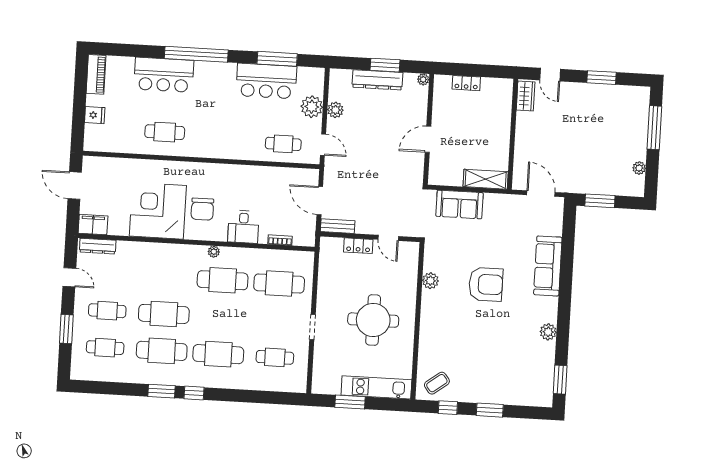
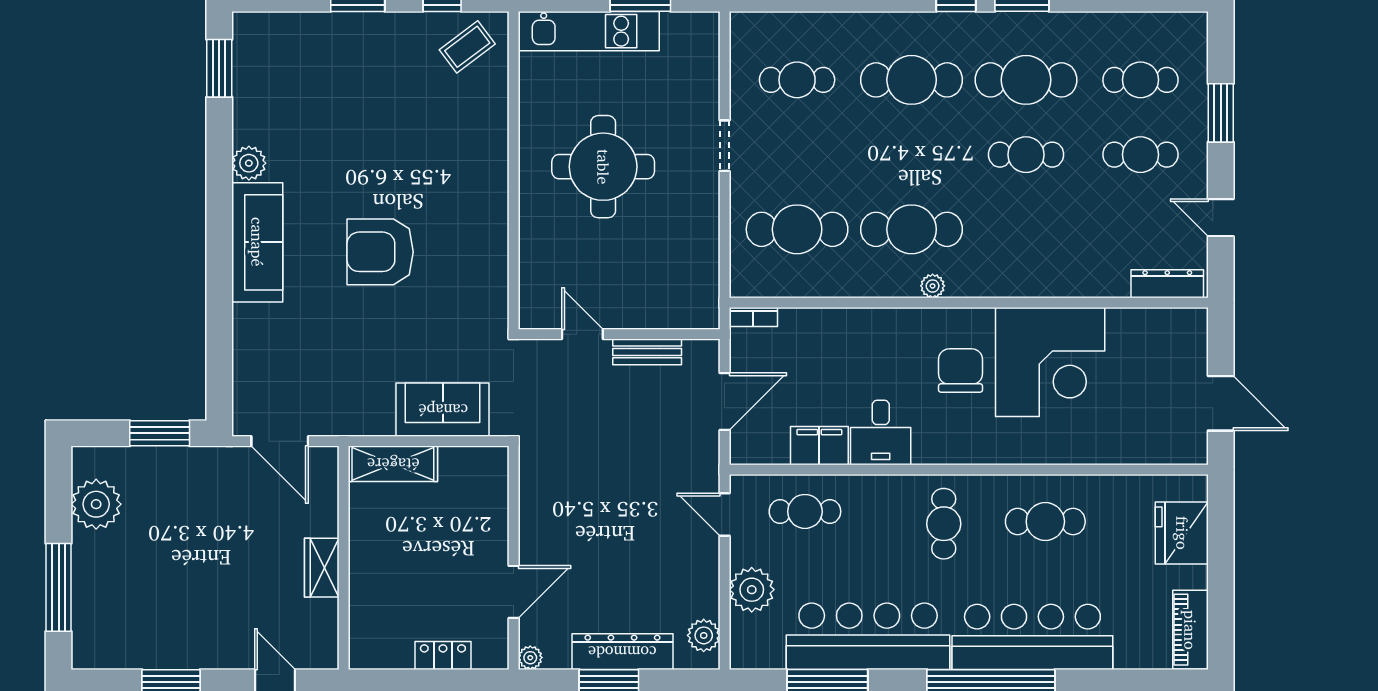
bar counter: (164, 75) -> (1032, 637), width x1.36
bar counter: (266, 81) -> (868, 636), width x1.36
wardrobe: (526, 96) -> (322, 568), moved
plant: (335, 110) -> (704, 635), moved
fridge: (95, 115) -> (1182, 533), width x1.88, depth x1.34
cafe table: (215, 134) -> (944, 524), added
door: (428, 139) -> (514, 592), moved
plant: (639, 168) -> (96, 504), width x1.87, depth x1.87
door: (320, 201) -> (725, 401), hinge flipped
filing cabinet: (93, 225) -> (819, 446), moved, turned 180
bench: (338, 226) -> (647, 352), moved
desk: (243, 227) -> (881, 433), moved, turned 180
bookcase: (280, 240) -> (753, 317), moved
locker: (358, 246) -> (642, 315), removed
sofa: (548, 266) -> (257, 242), moved
plant: (430, 281) -> (492, 253), removed
cafe table: (164, 314) -> (1026, 155), width x0.73, depth x0.74

